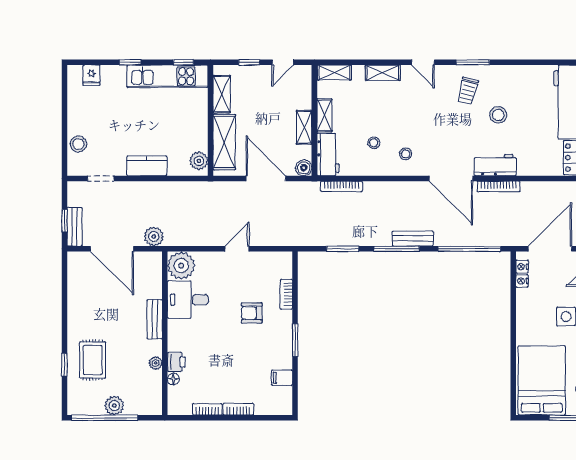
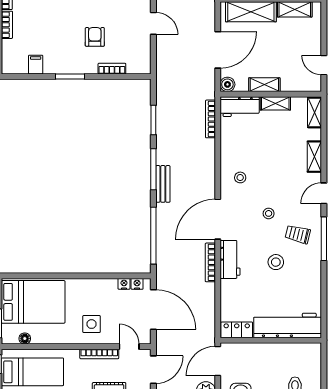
window: (249, 62) -> (324, 35), removed
window: (473, 62) -> (324, 239), width x1.44
stool: (374, 143) -> (269, 213), moved

